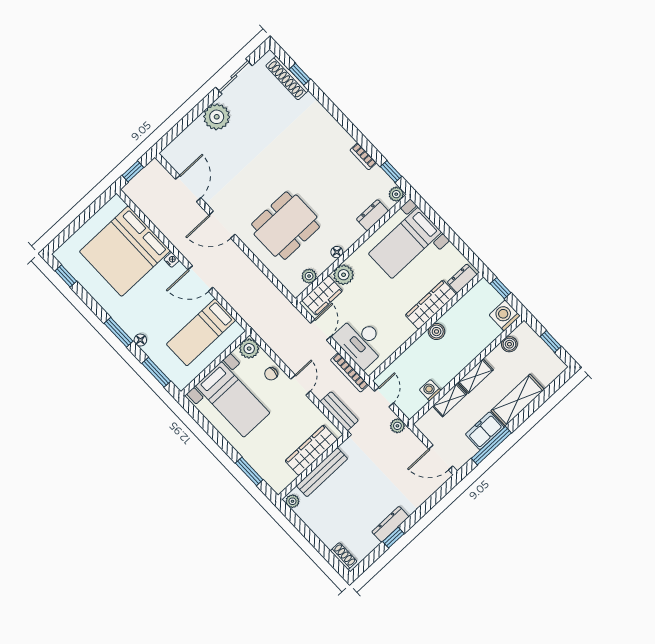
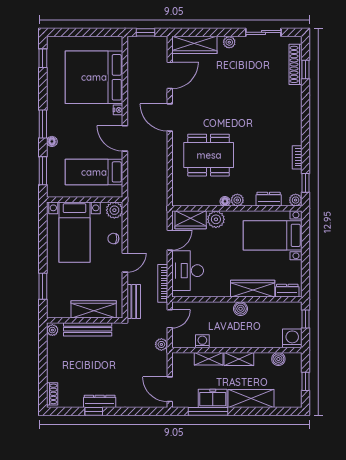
plant: (217, 117) -> (229, 42), width x0.53, depth x0.53
wardrobe: (185, 143) -> (194, 45), added
plant: (309, 276) -> (237, 200), moved

